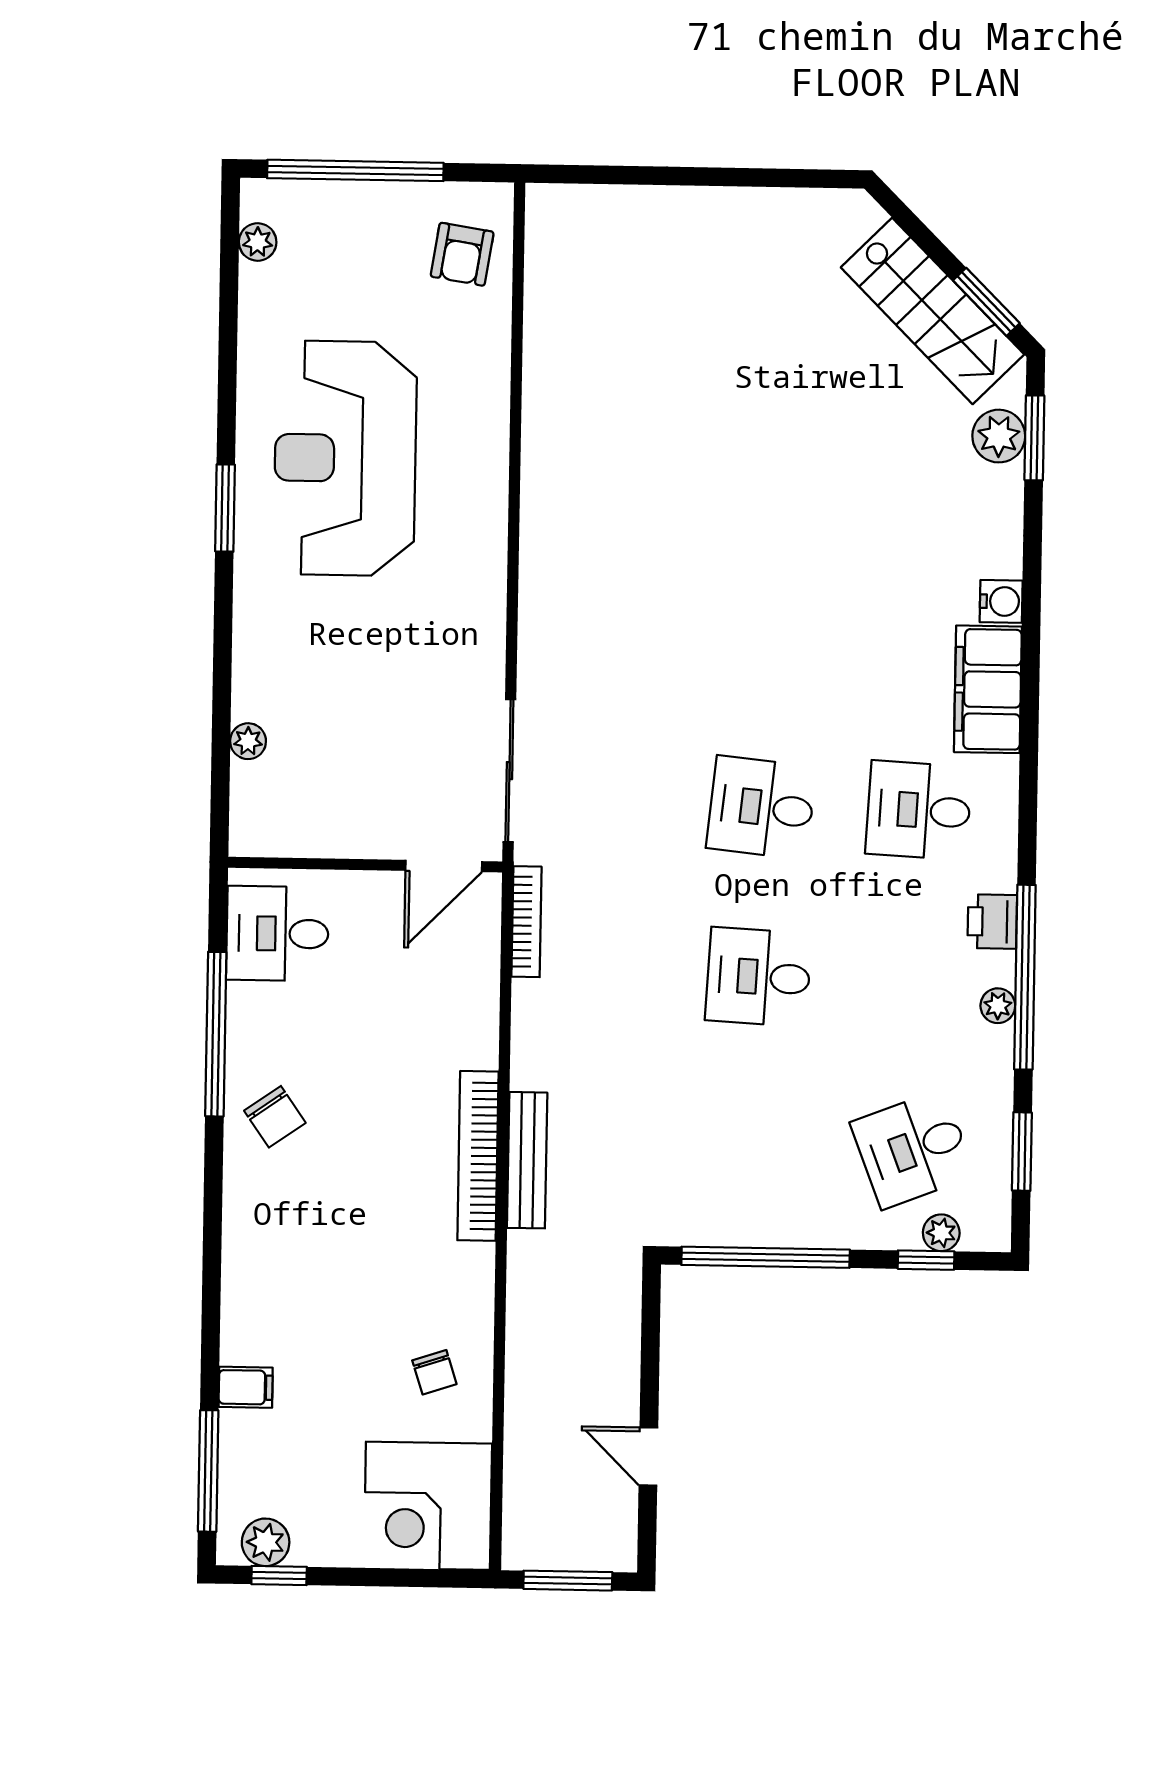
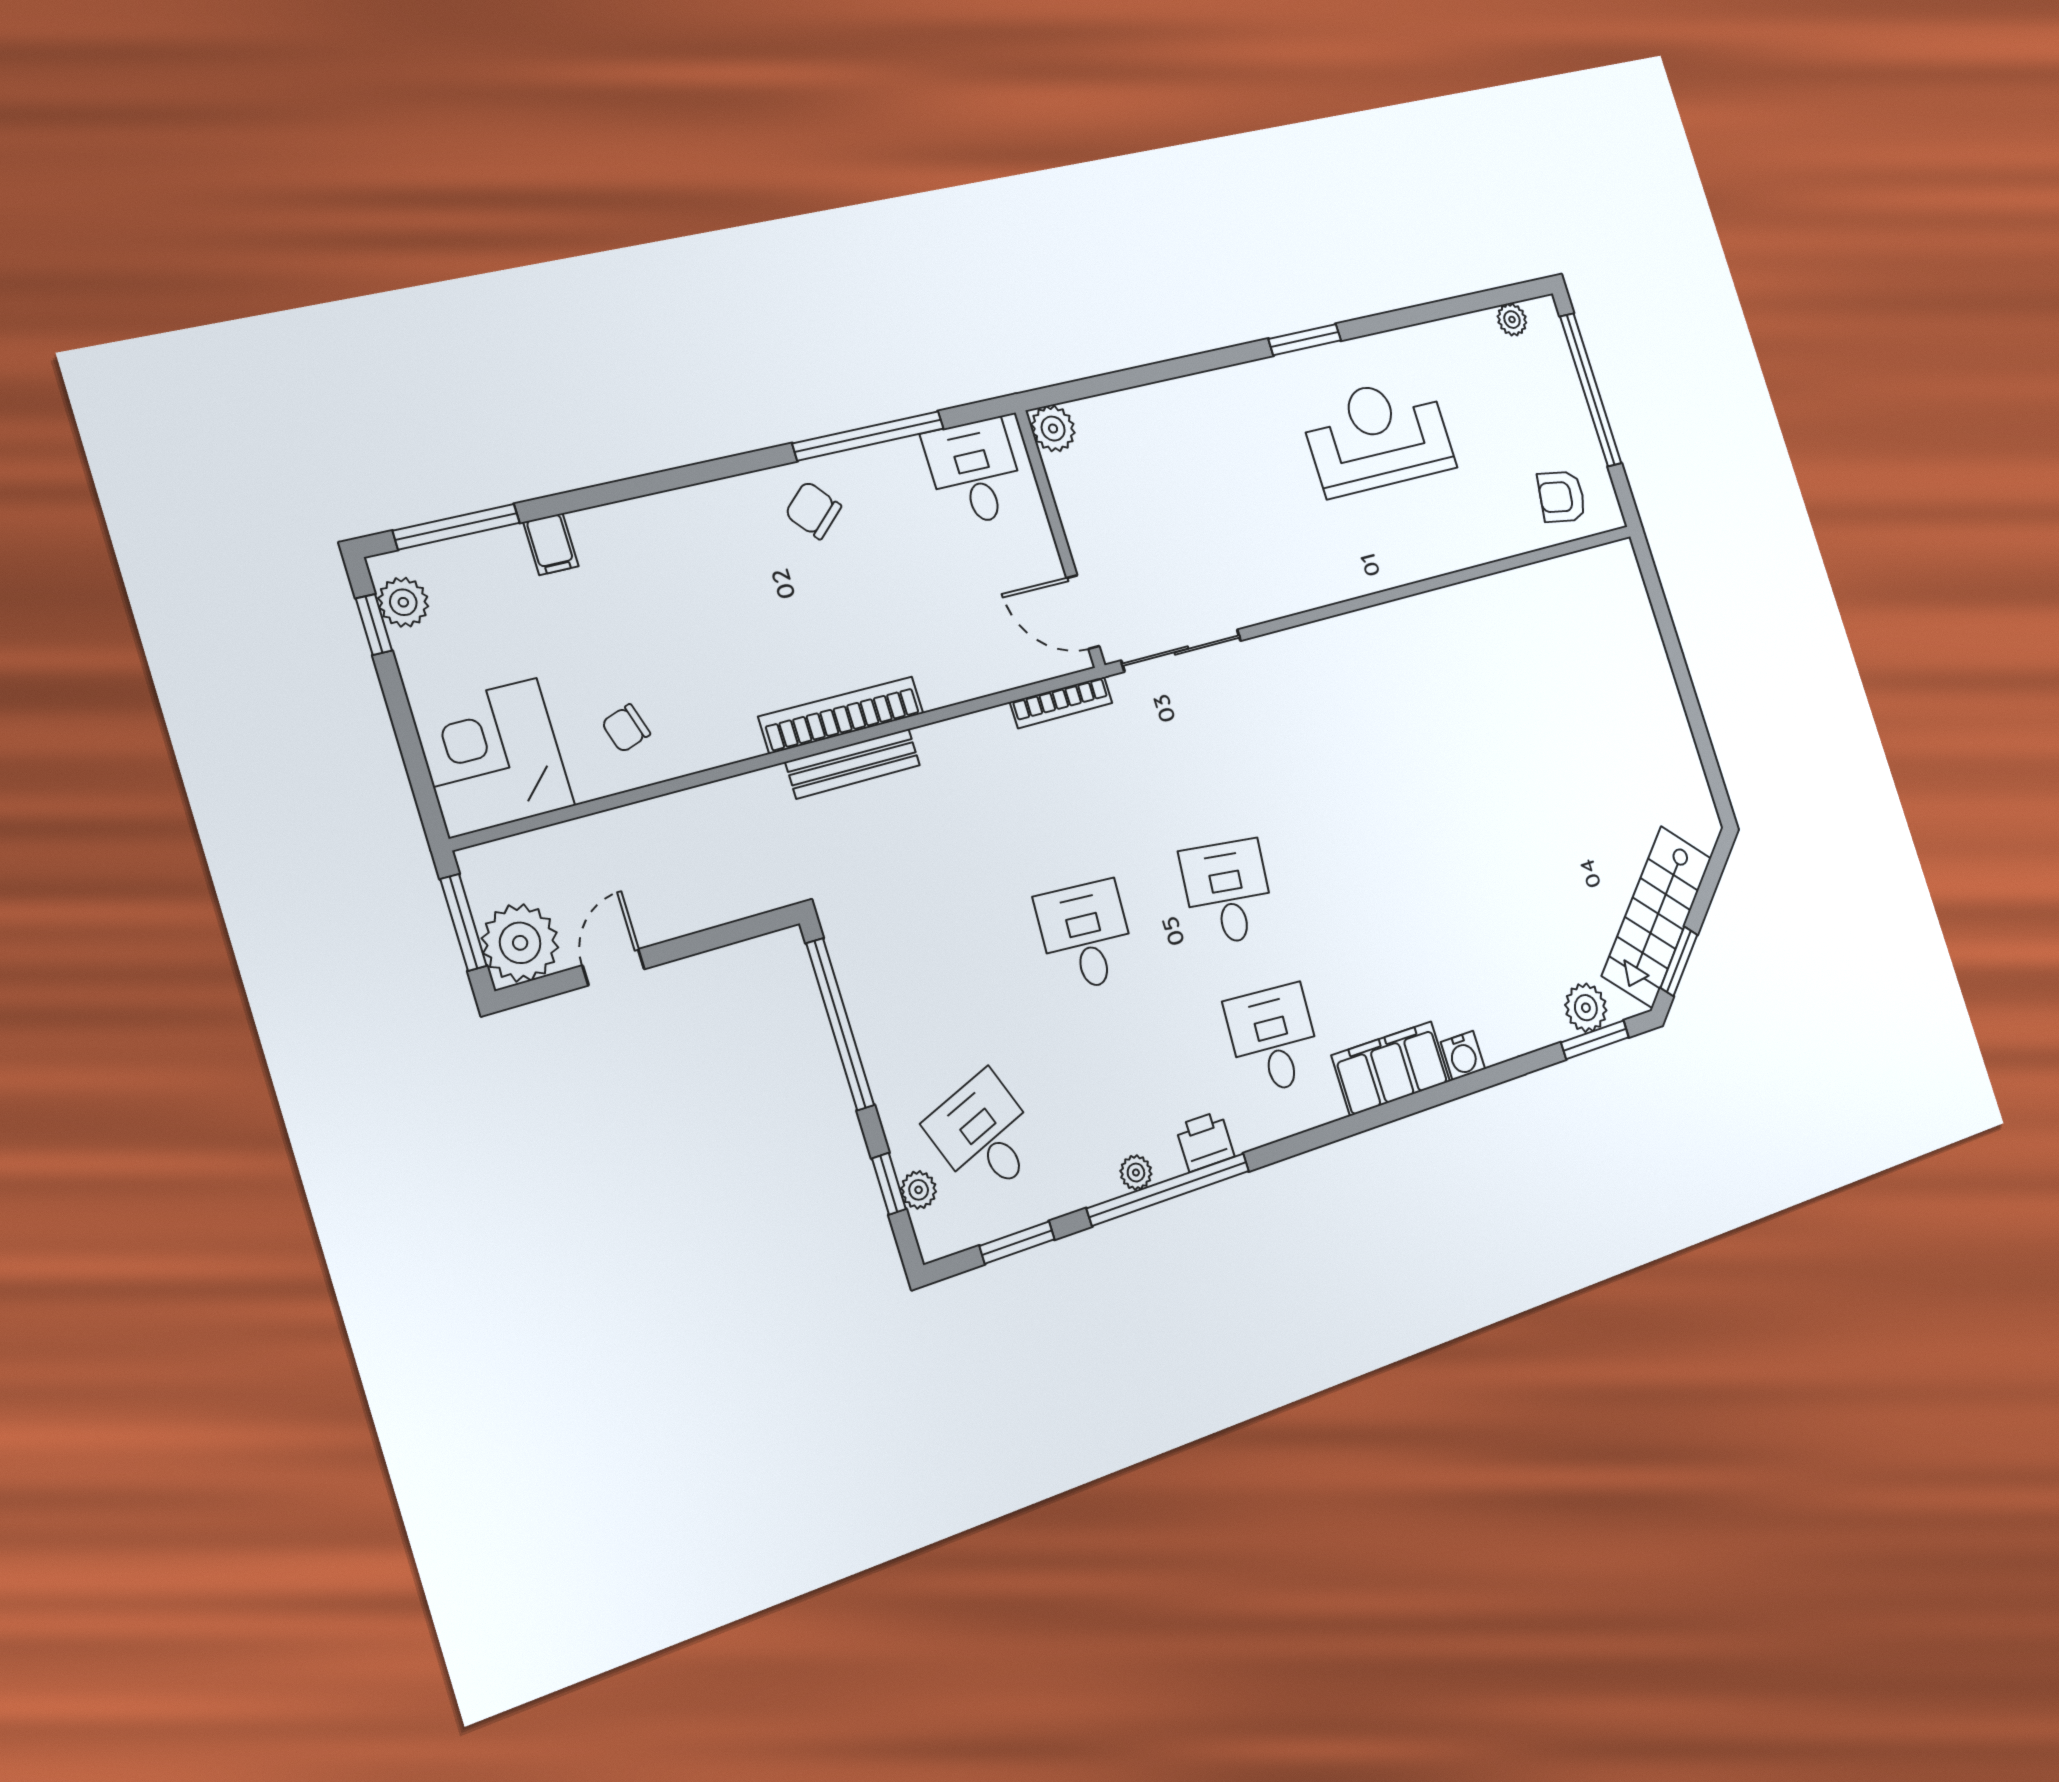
reception desk: (345, 458) -> (1378, 436), width x0.74, depth x0.77
plant: (248, 741) -> (1053, 429), moved, width x1.38, depth x1.38
chair: (275, 1117) -> (813, 510), turned 84
plant: (601, 1535) -> (520, 943), added

